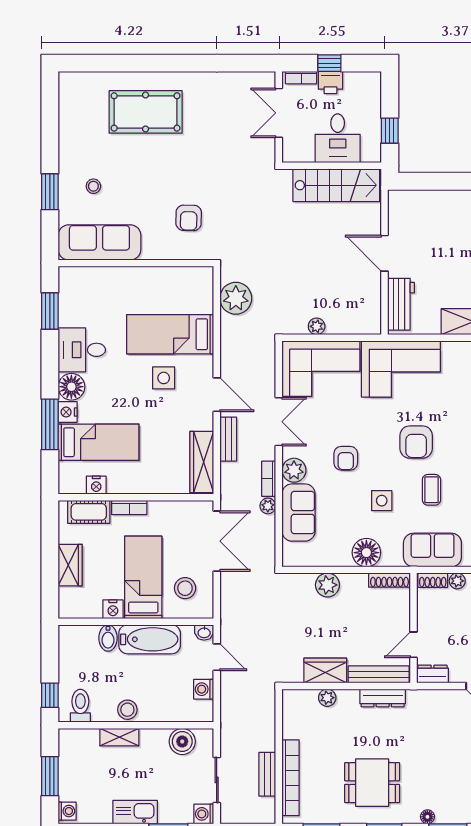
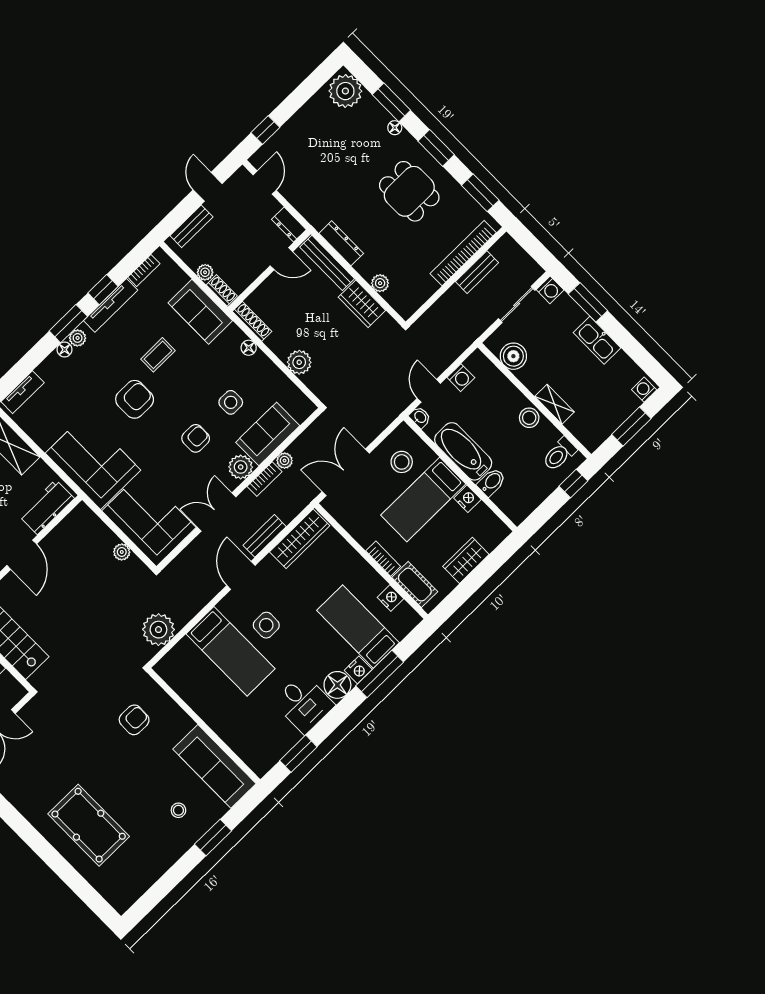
side table: (382, 501) -> (231, 402), moved
floor lamp: (366, 553) -> (249, 348), width x0.53, depth x0.53

